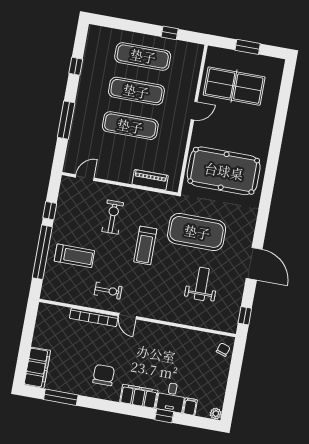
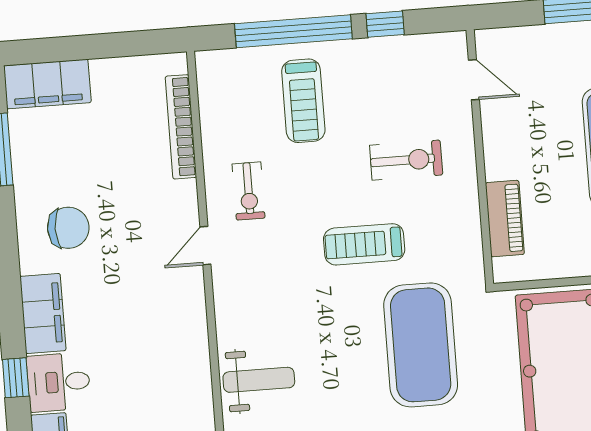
weight bench: (202, 284) -> (259, 380), moved
bookcase: (94, 317) -> (181, 127), moved

